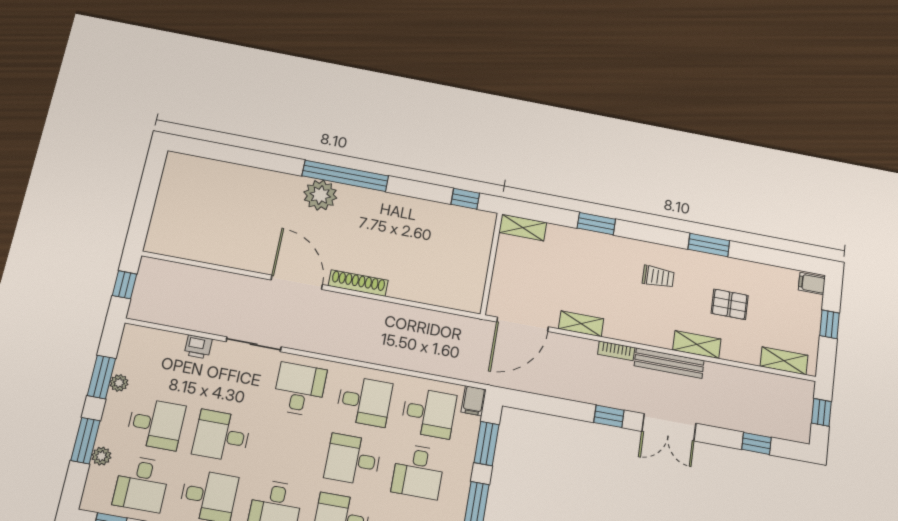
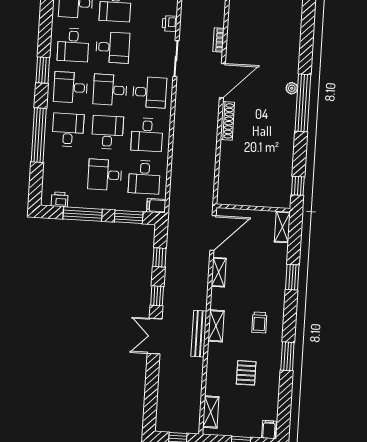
plant: (320, 195) -> (292, 88), width x0.53, depth x0.53
door: (523, 324) -> (213, 233), swing flipped
shelving: (697, 345) -> (216, 326), moved
bookcase: (616, 351) -> (218, 40), moved
desk: (222, 436) -> (113, 47), turned 90
window: (757, 443) -> (159, 257), moved
desk: (288, 448) -> (110, 90), added

